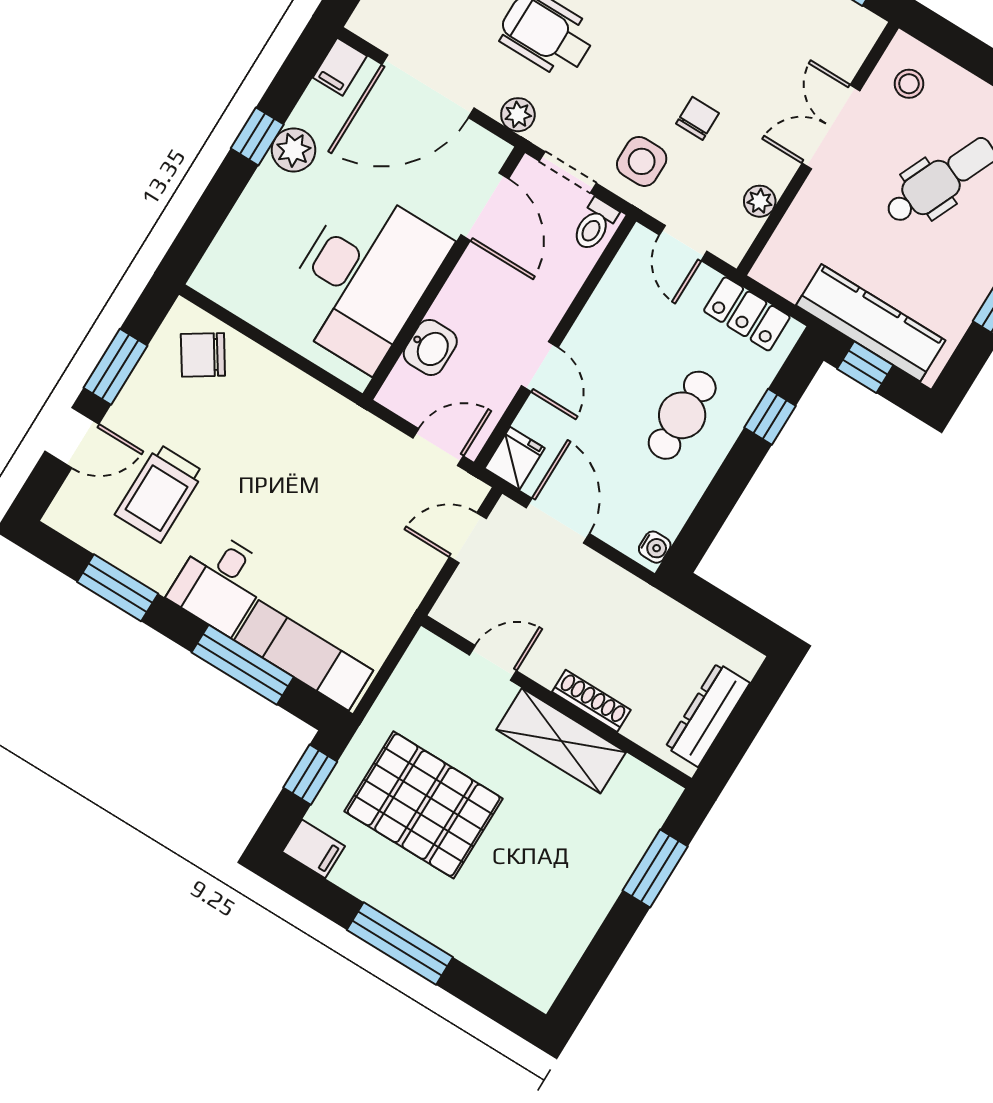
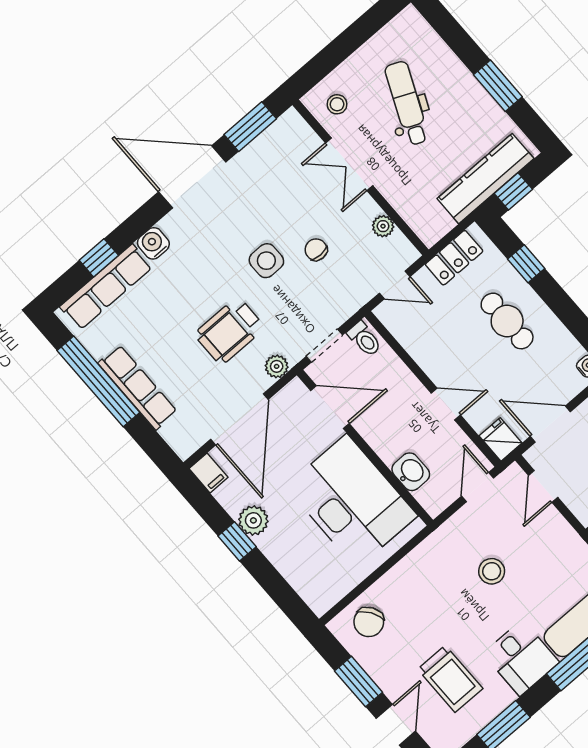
side table: (642, 161) -> (266, 261), moved
stool: (327, 504) -> (492, 571), added

